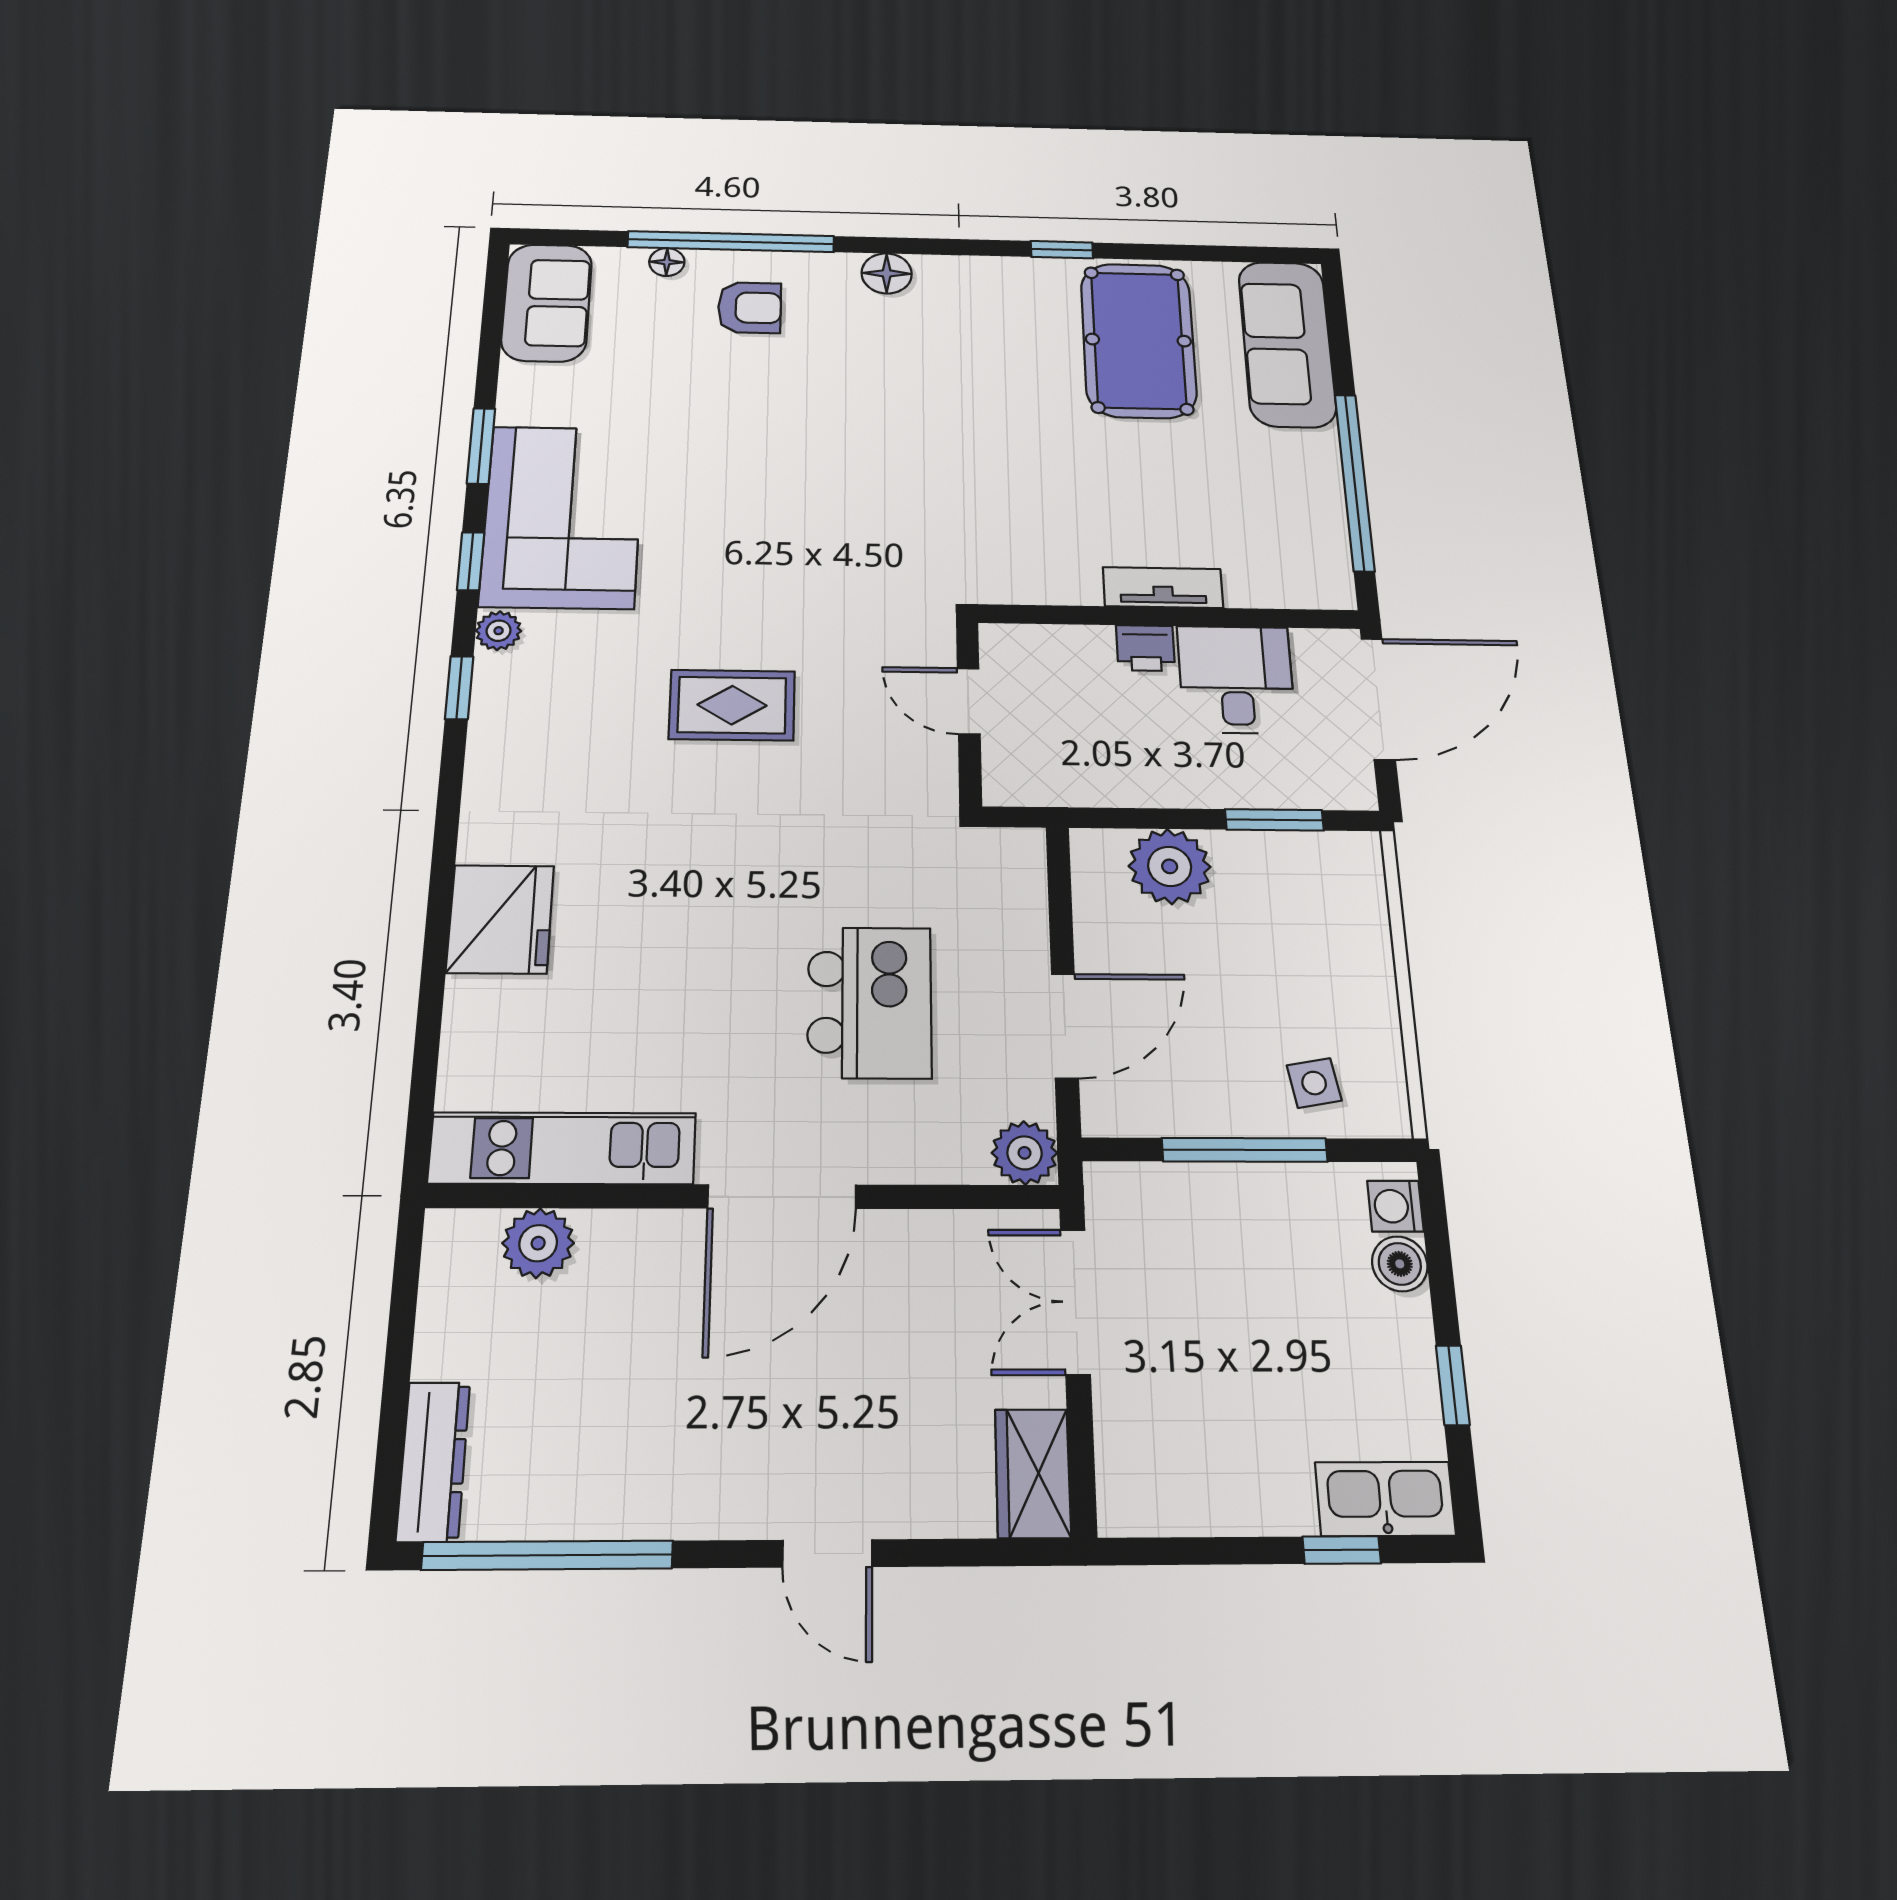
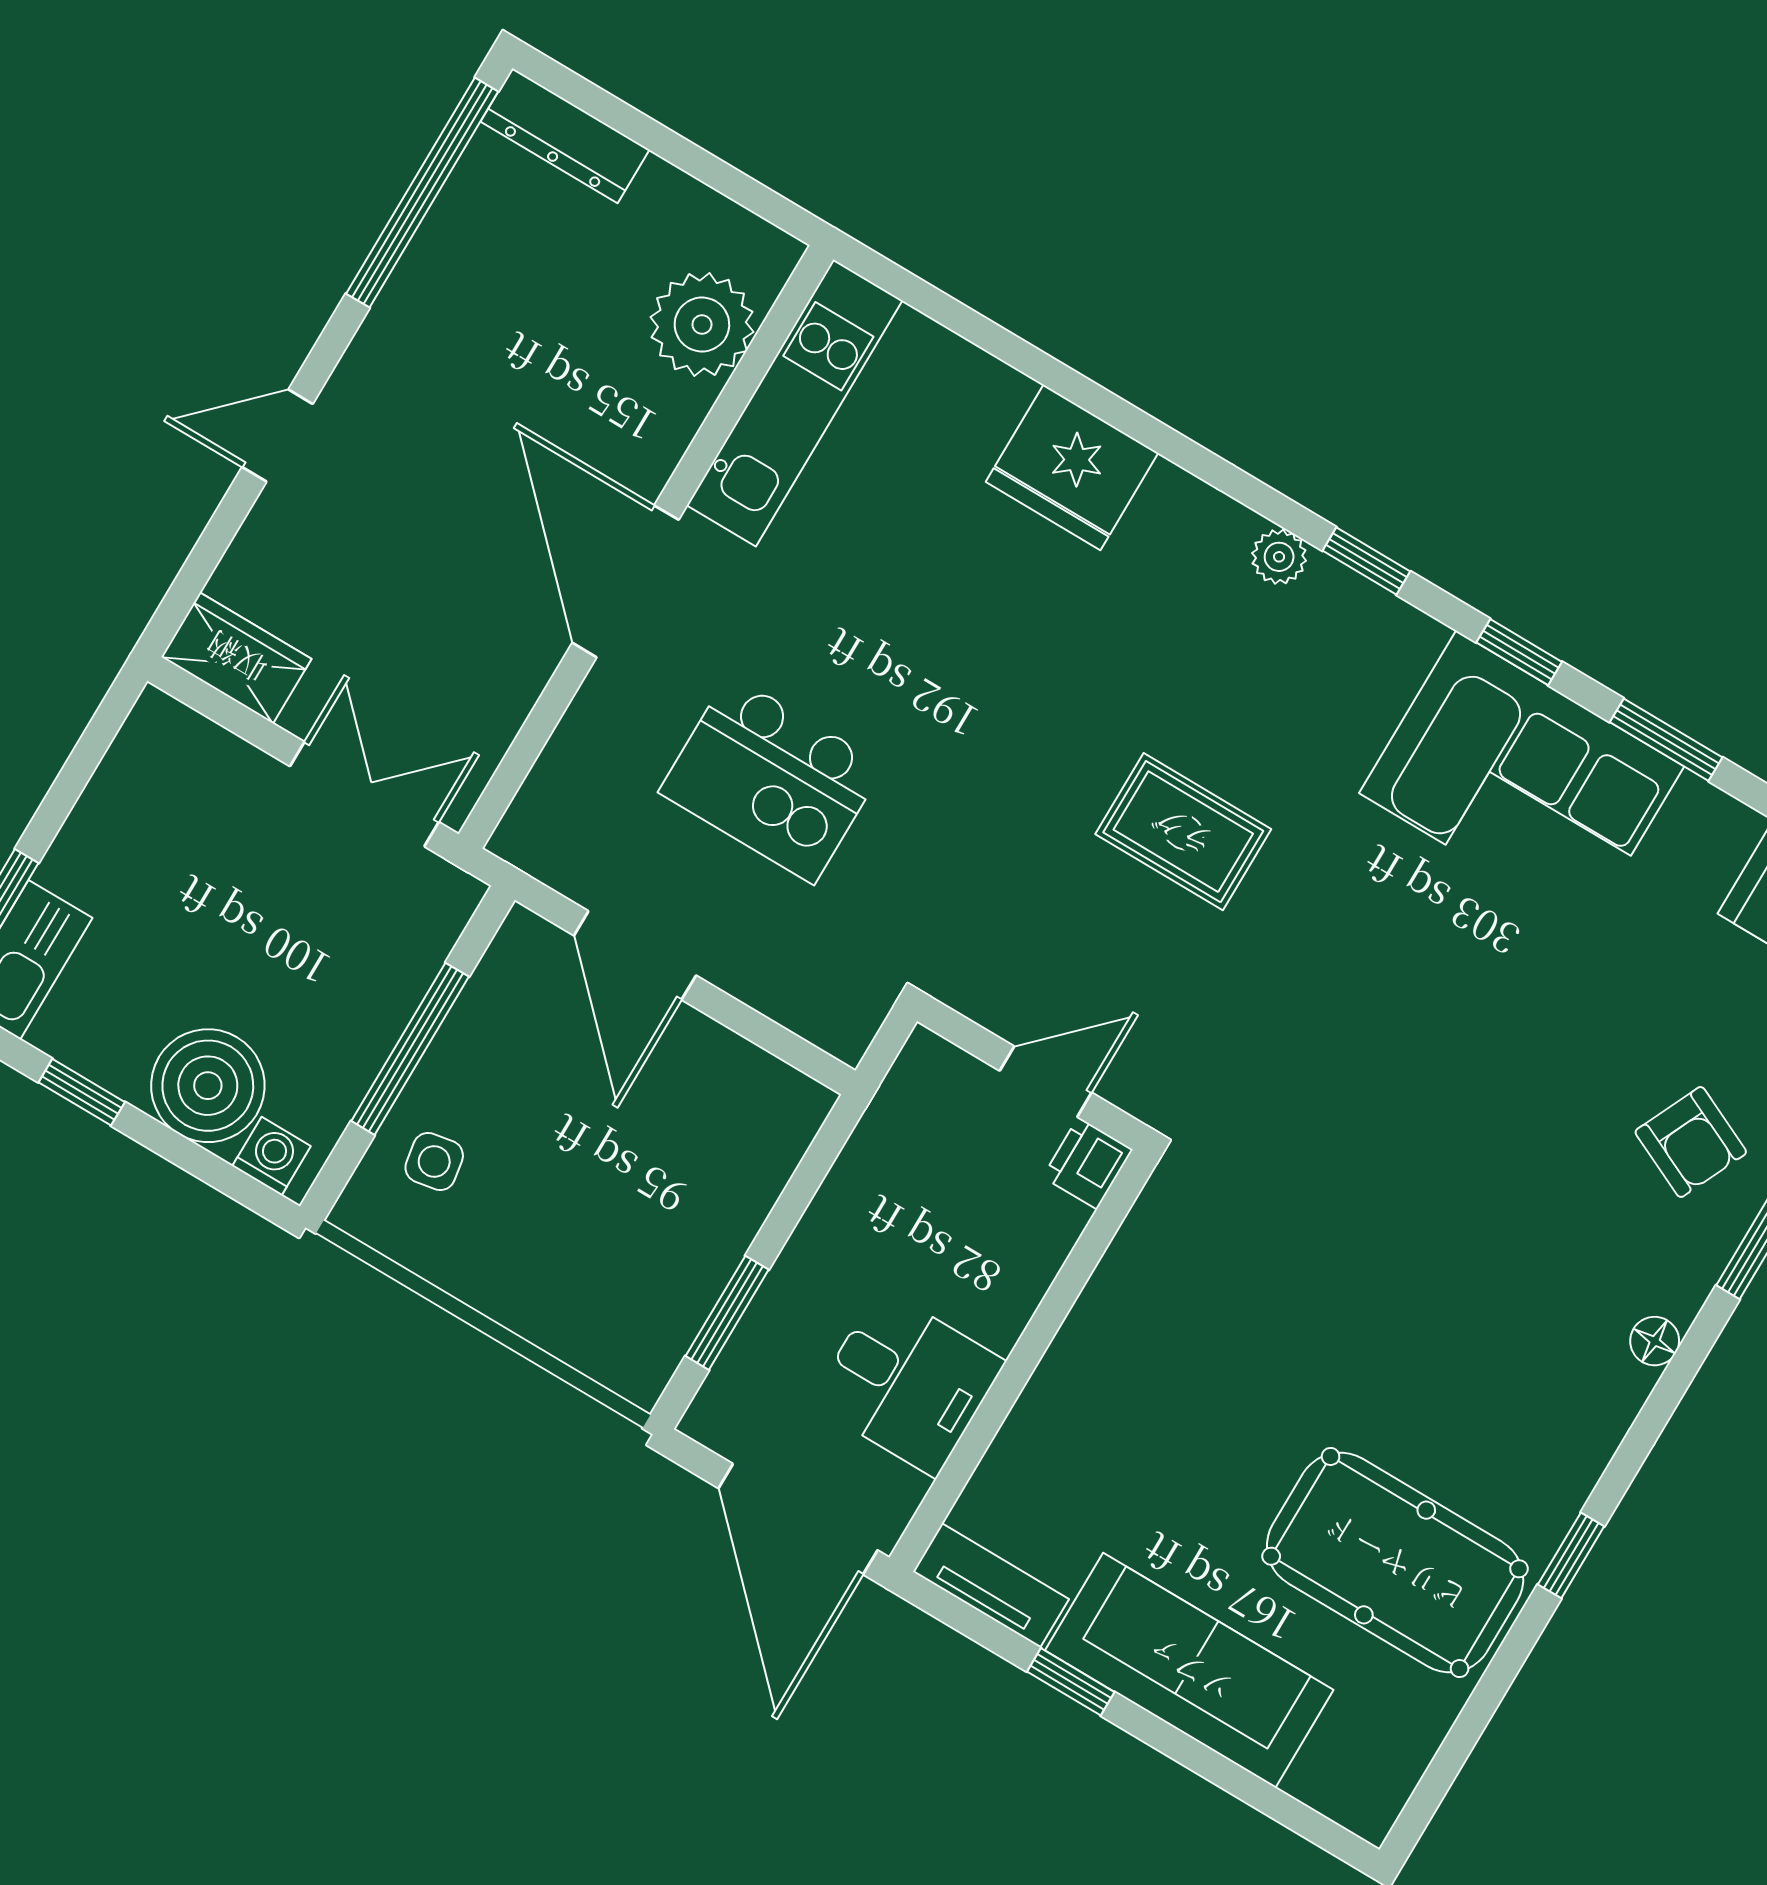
floor lamp: (887, 273) -> (1655, 1341), width x0.73, depth x0.73
armchair: (750, 308) -> (1691, 1142), turned -65
sofa: (1287, 344) -> (1189, 1670), moved
window: (1355, 482) -> (1071, 1682), width x0.32
tv unit: (1163, 588) -> (991, 1585), moved, turned -90
plant: (499, 631) -> (1279, 557), moved
printer: (1146, 648) -> (1088, 1163), moved
rug: (732, 705) -> (1183, 832), turned 90
plant: (1170, 866) -> (740, 1170), removed
plant: (1025, 1153) -> (532, 836), removed
plant: (538, 1243) -> (702, 325), width x1.36, depth x1.36
boiler: (1400, 1264) -> (208, 1086), width x1.86, depth x1.86

